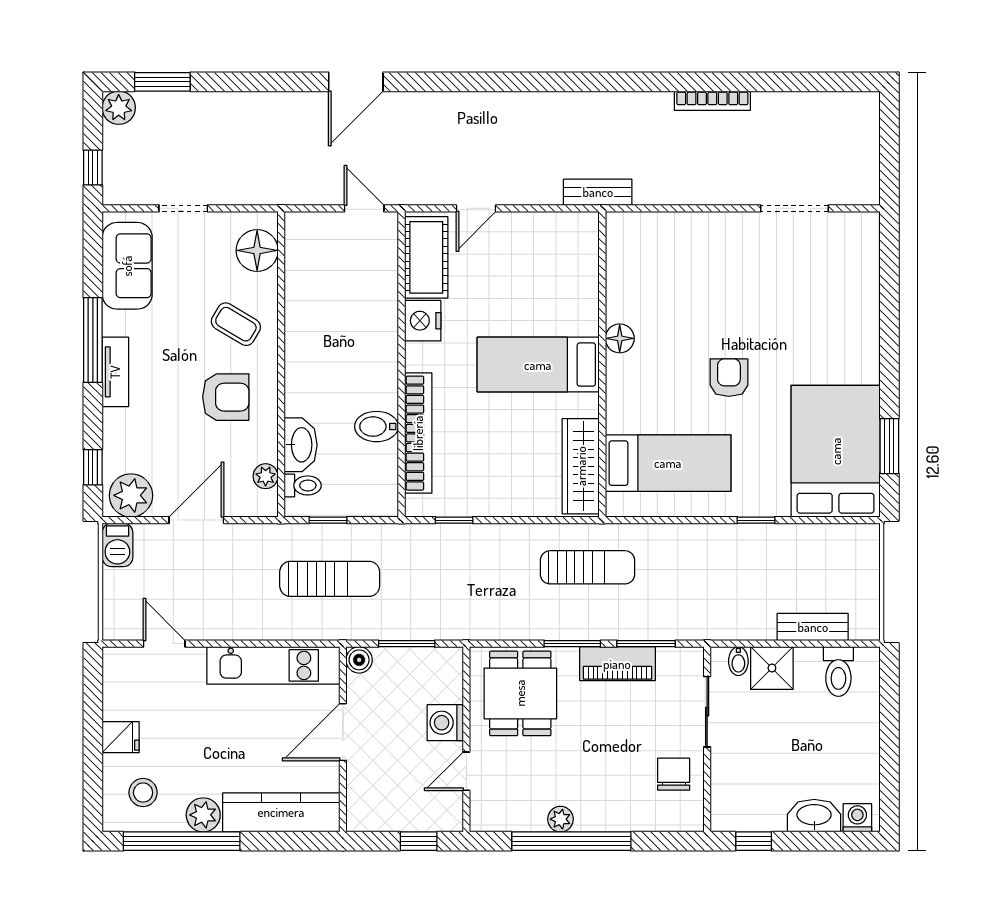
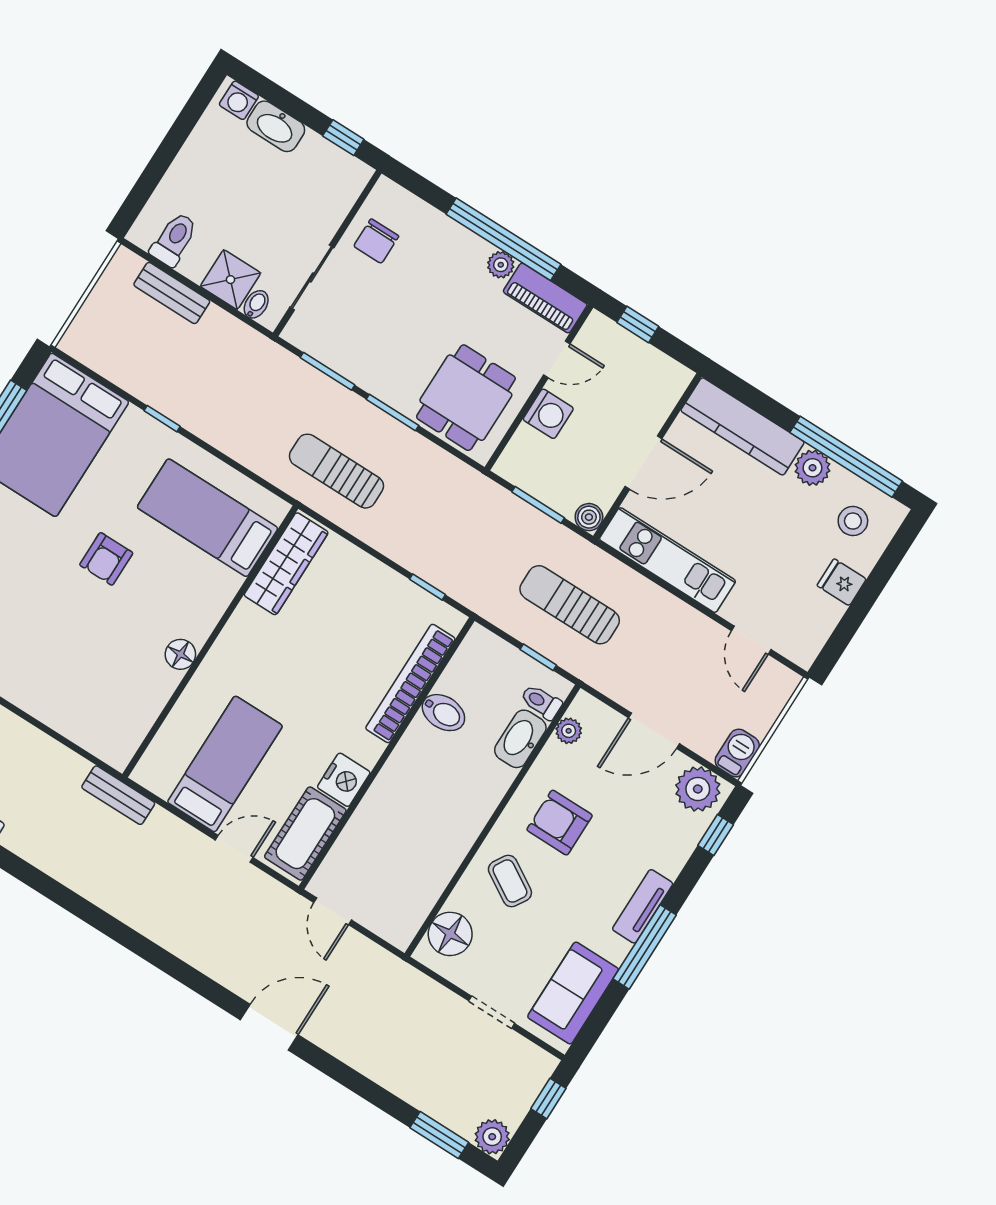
bed: (538, 365) -> (225, 764), moved, turned -90
piano: (617, 664) -> (545, 298), moved, turned 180

